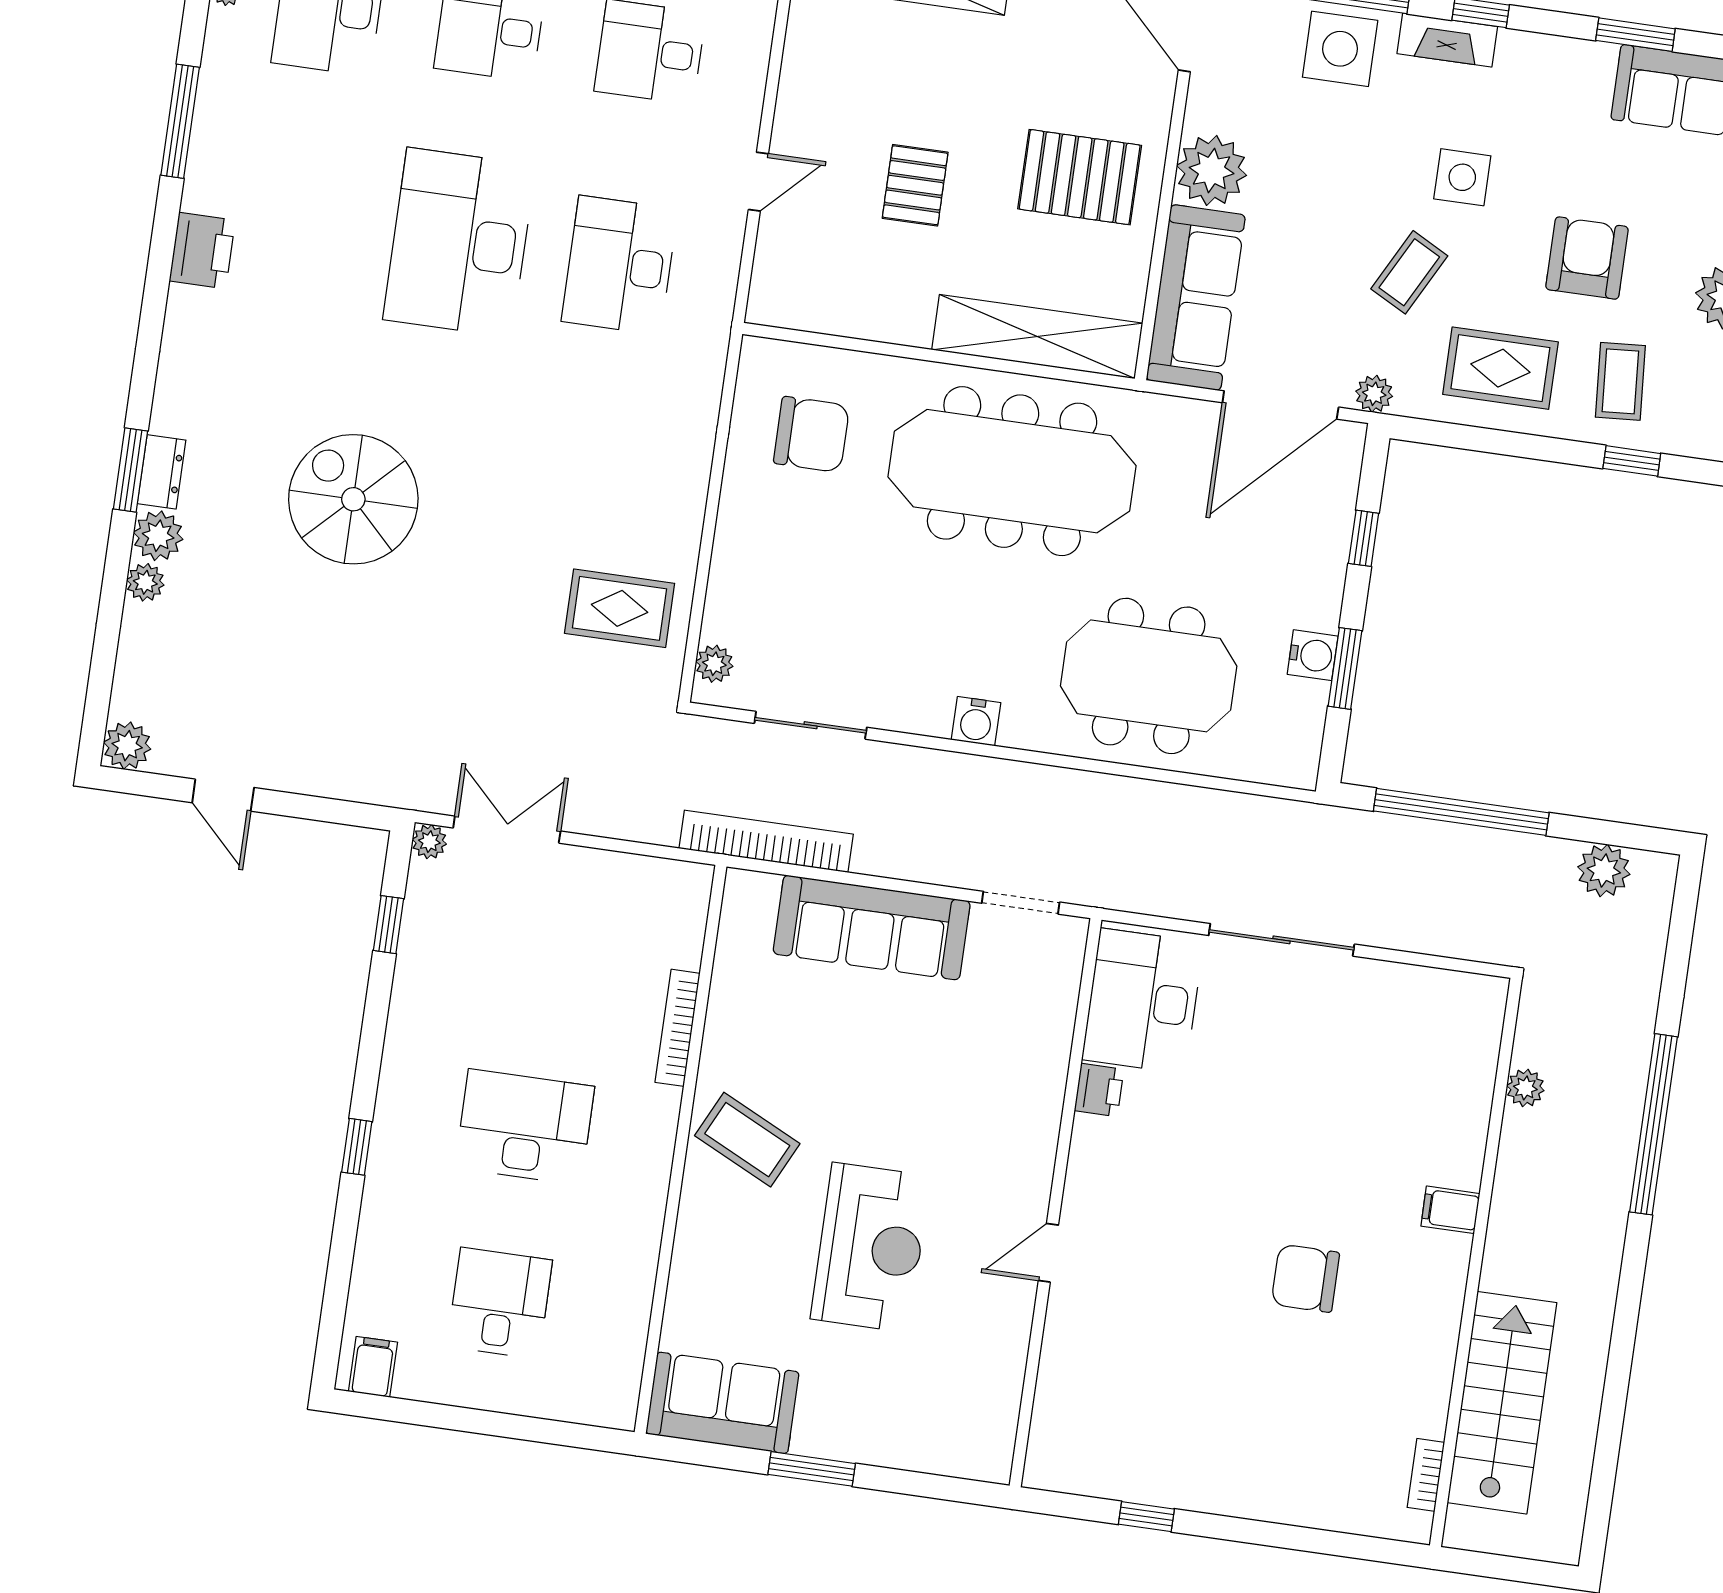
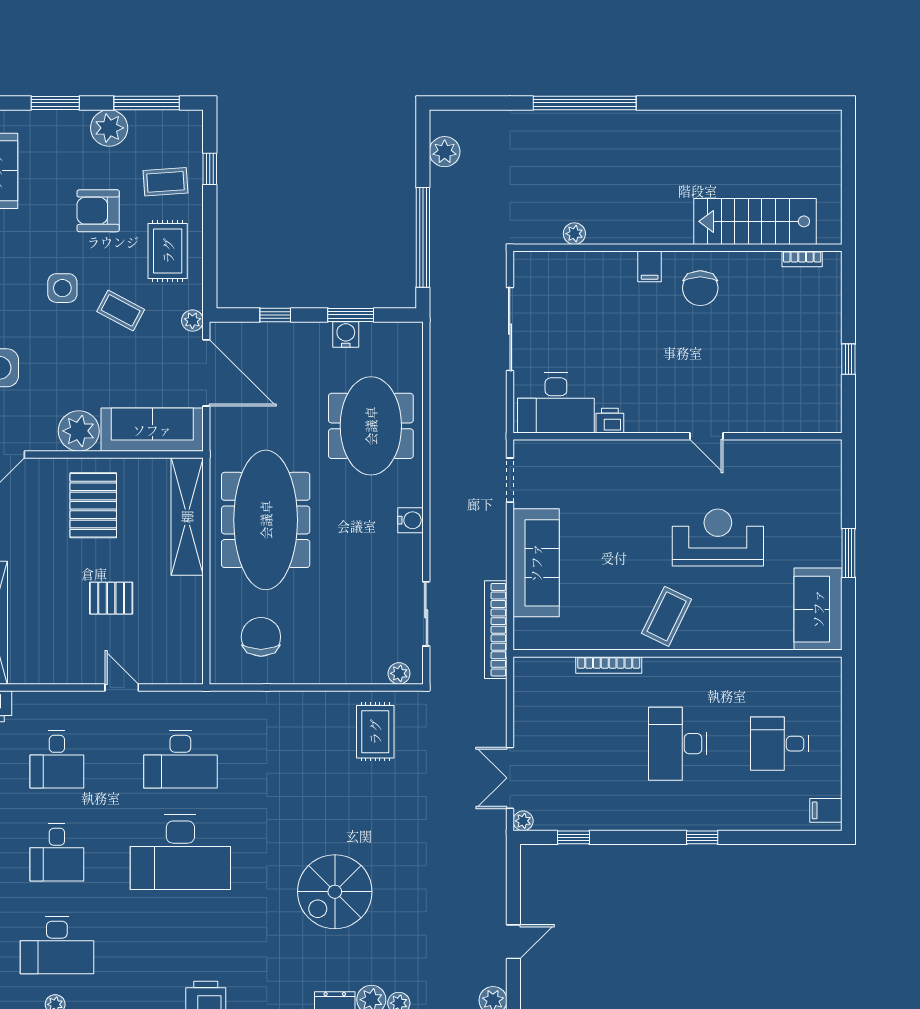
plant: (1525, 1088) -> (574, 234), moved
filing cabinet: (1450, 1210) -> (650, 266), moved
wall: (1476, 1262) -> (677, 248), moved
stairs: (1502, 1403) -> (755, 221), moved
bookcase: (1426, 1475) -> (802, 259), moved

